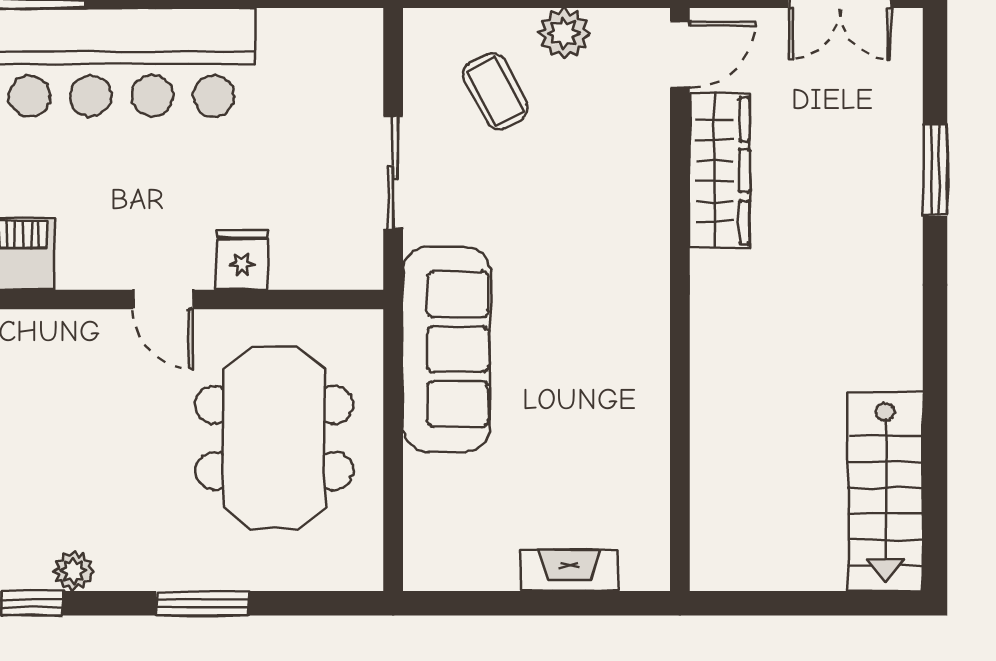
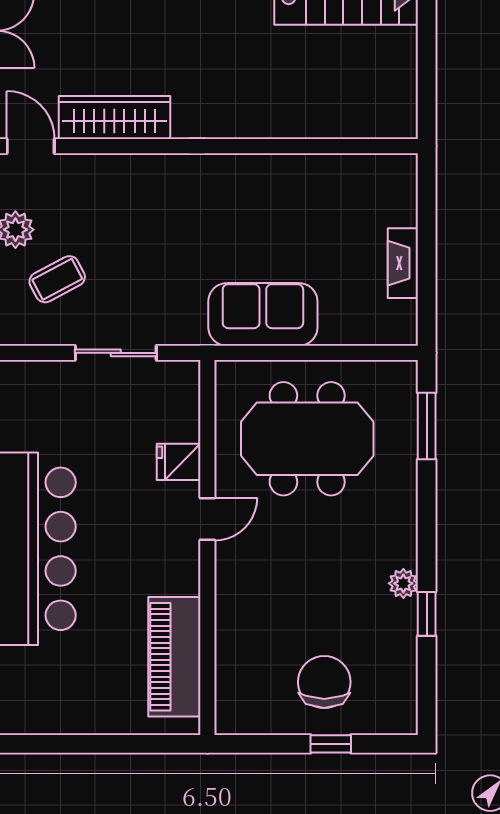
sofa: (446, 349) -> (263, 314), width x0.73
fireplace: (569, 570) -> (403, 263), moved
window: (202, 603) -> (427, 426), moved

